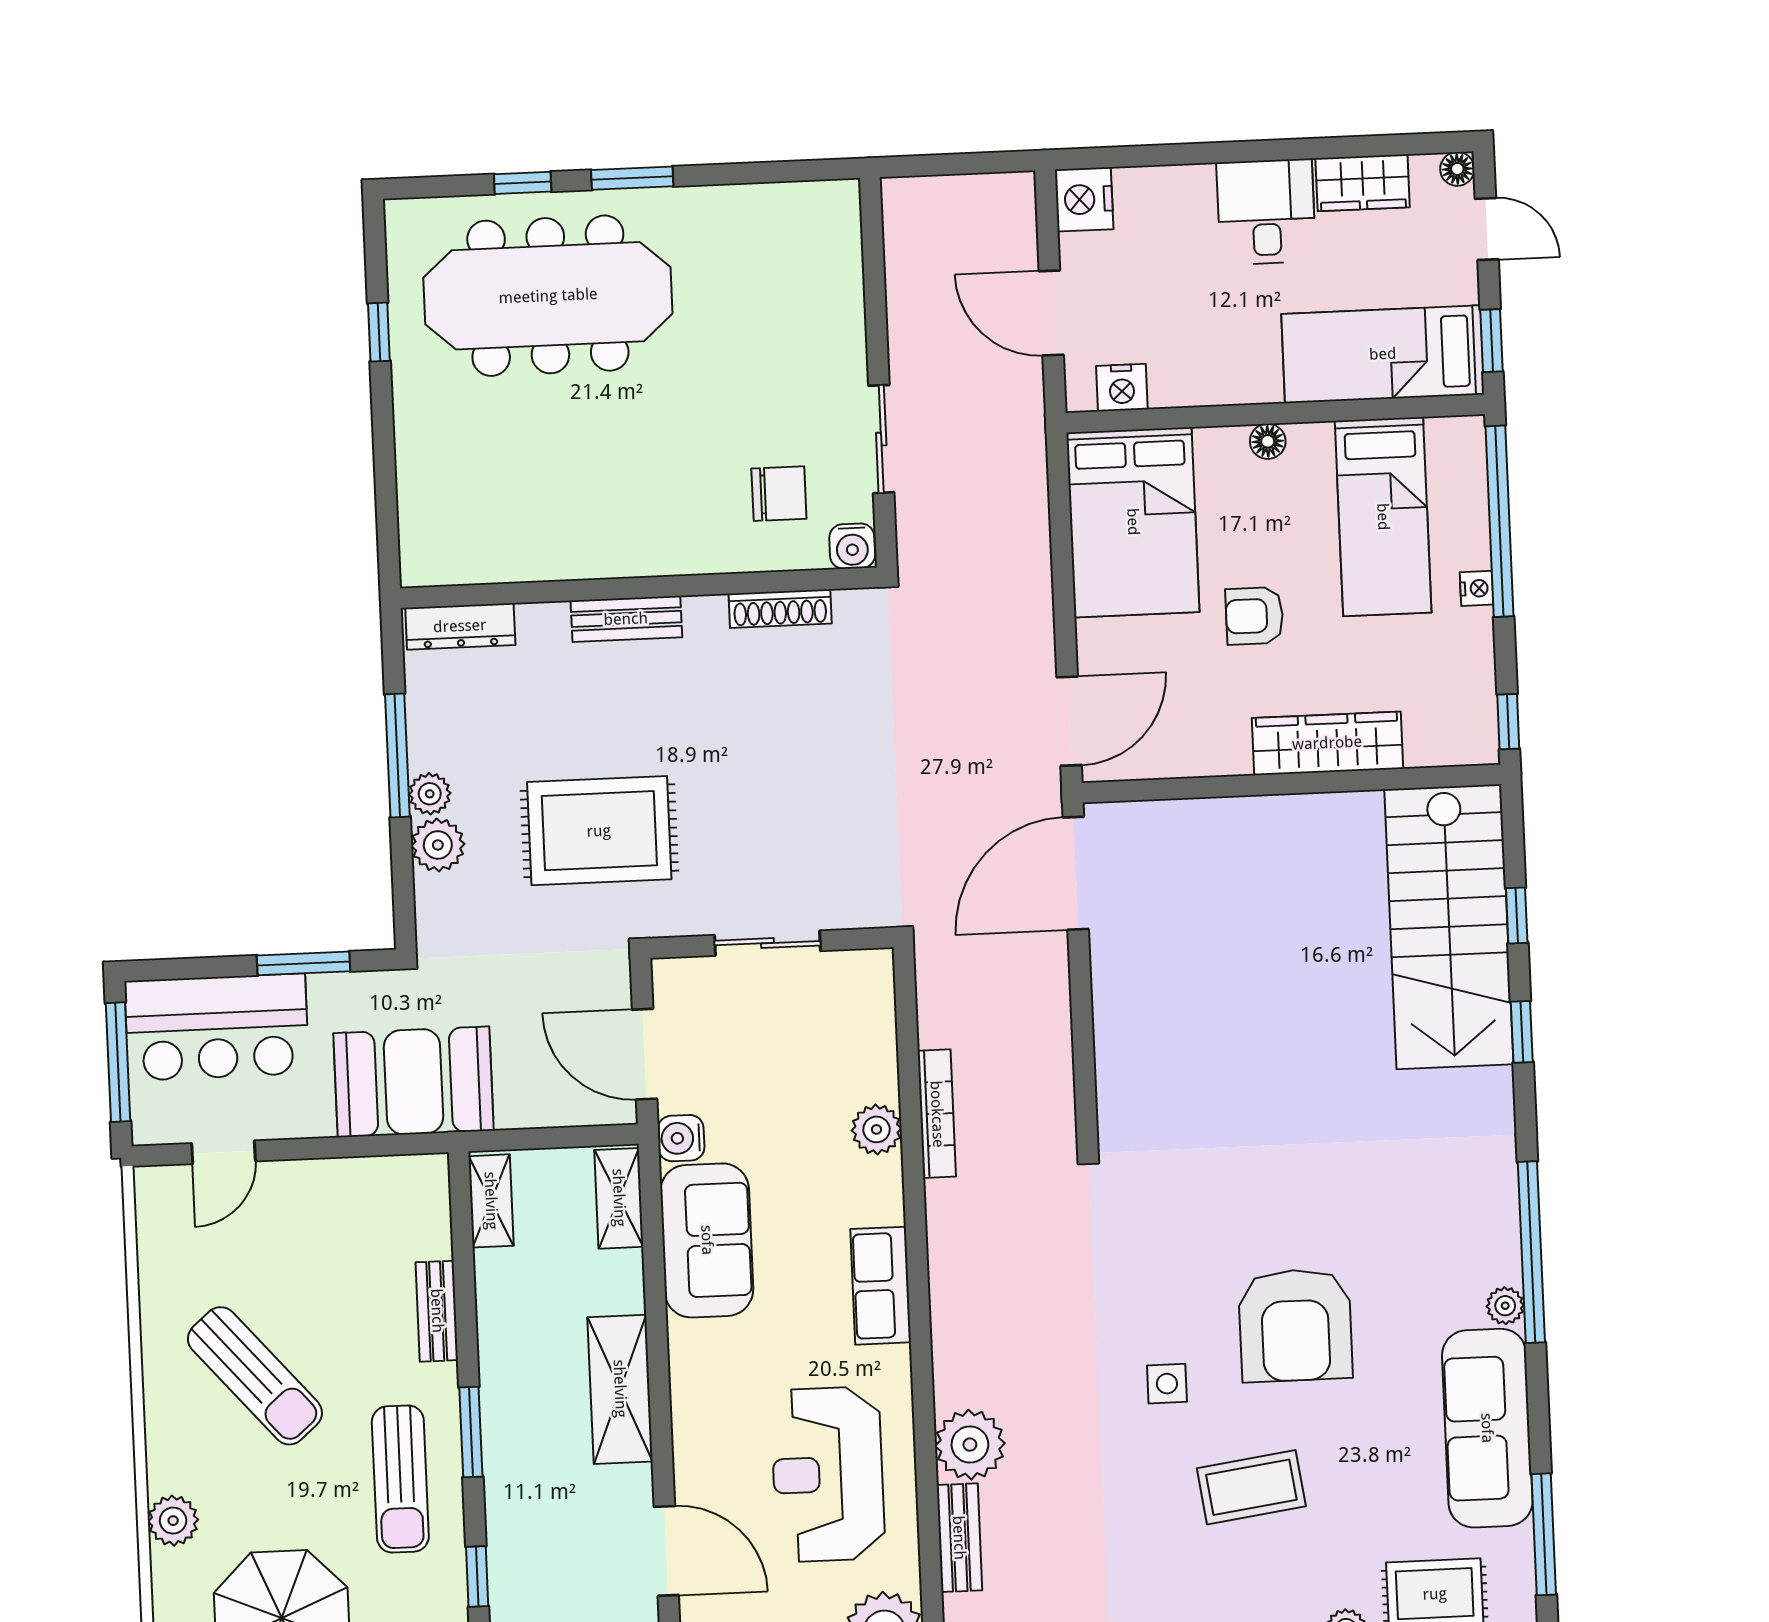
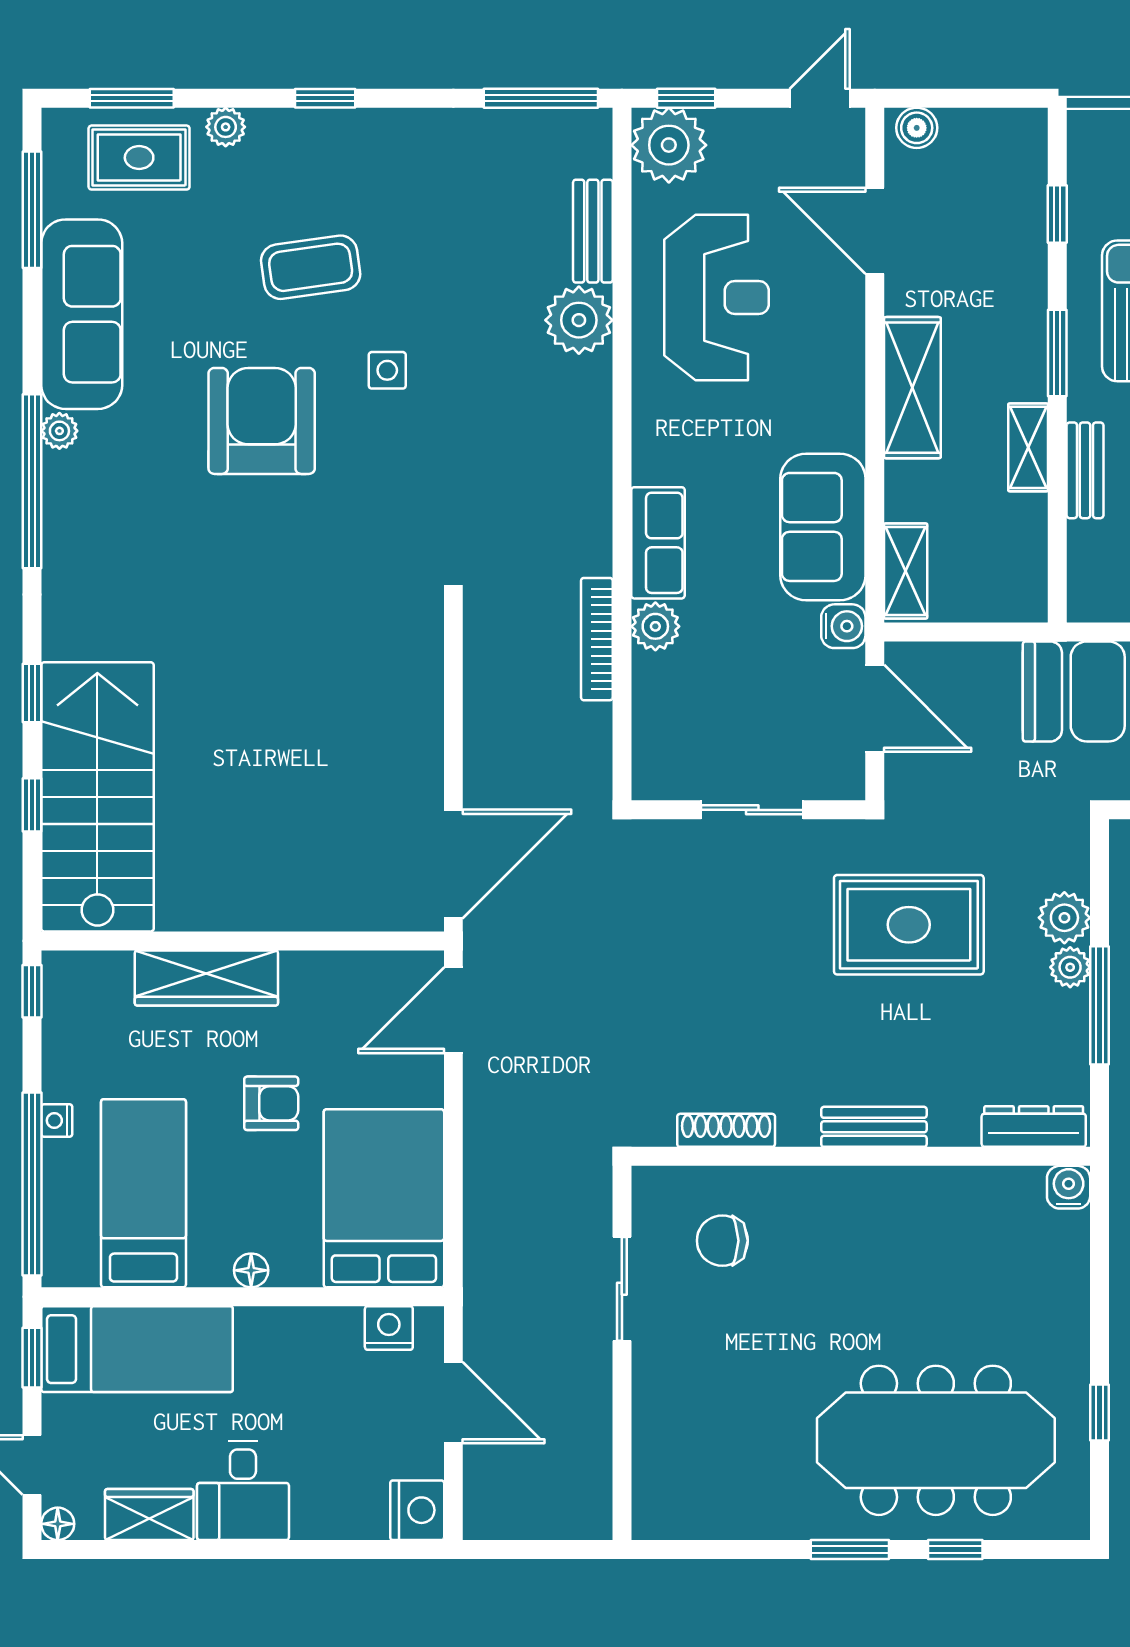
water cooler: (852, 546) -> (1069, 1187), moved
shelving: (491, 1201) -> (1028, 447), moved
row of seats: (881, 1286) -> (658, 543), moved

